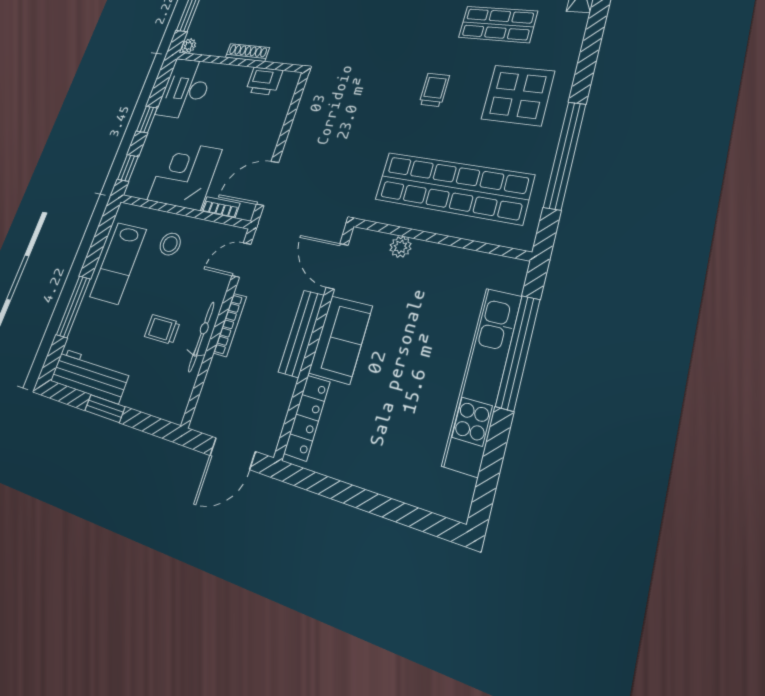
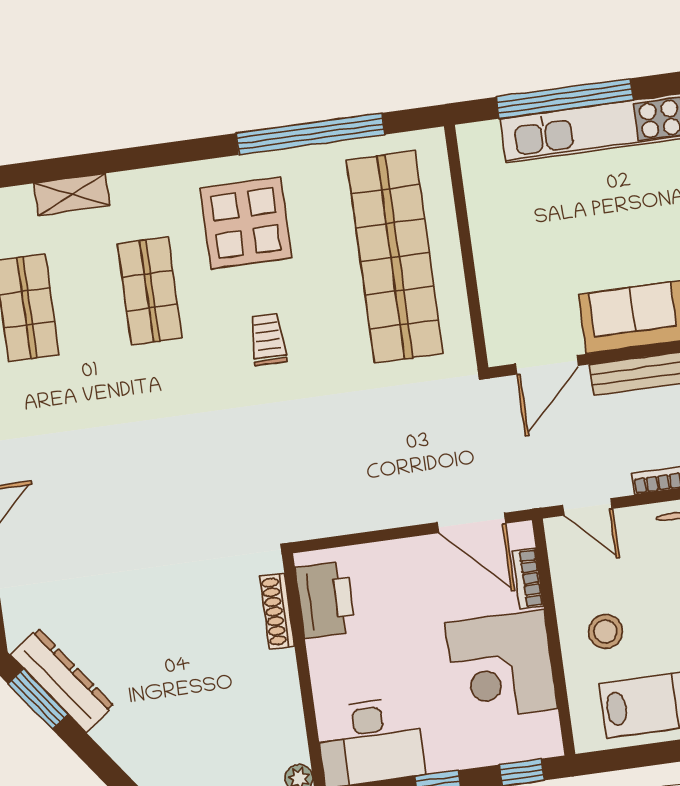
shoe rack: (247, 53) -> (277, 611), moved
printer: (264, 81) -> (325, 600), width x1.37, depth x1.19
trolley: (434, 90) -> (268, 339), turned 90
plant: (401, 247) -> (493, 292), removed

